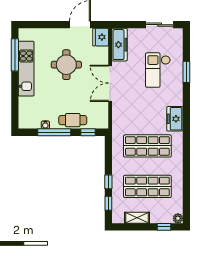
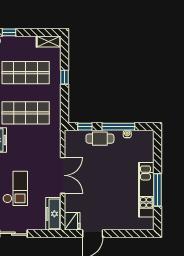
window: (15, 55) -> (157, 190), moved
round table: (66, 65) -> (106, 194), removed
window: (108, 203) -> (64, 56), removed
shelving: (137, 218) -> (49, 41), moved

